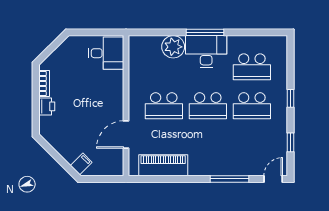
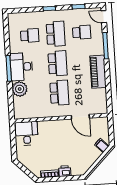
school desk: (252, 67) -> (30, 36), width x0.54
school desk: (252, 145) -> (82, 32), added
piano: (163, 165) -> (98, 72), moved

